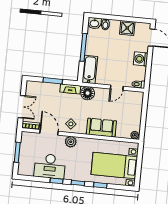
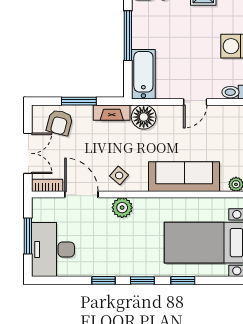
armchair: (41, 92) -> (60, 123), added
sofa: (101, 128) -> (184, 177), width x1.36
desk: (50, 166) -> (53, 249), moved, turned 90

